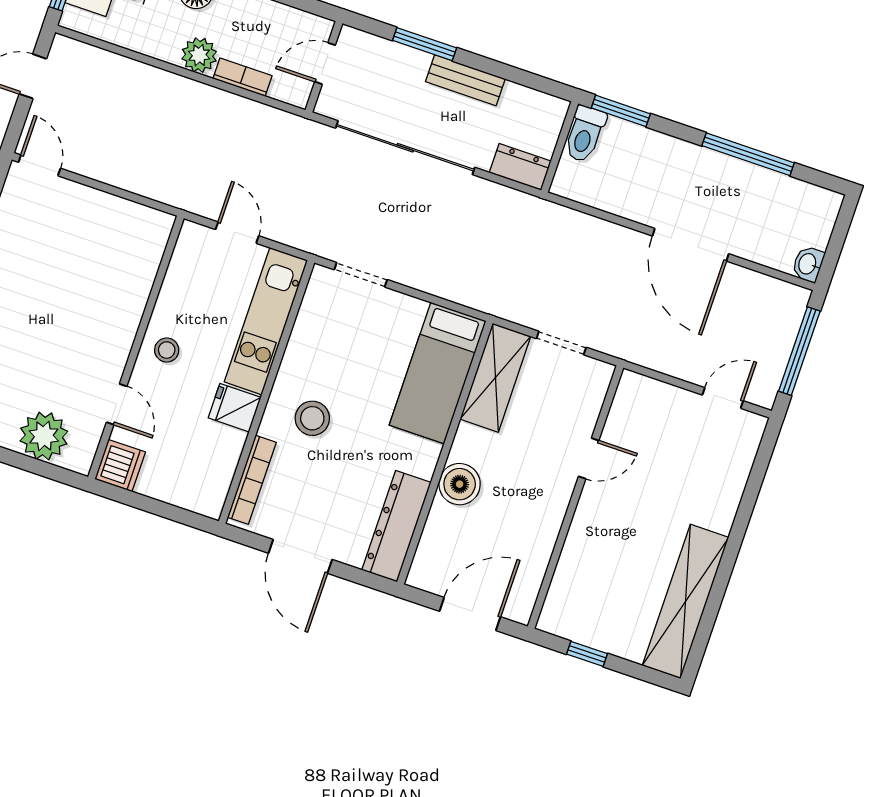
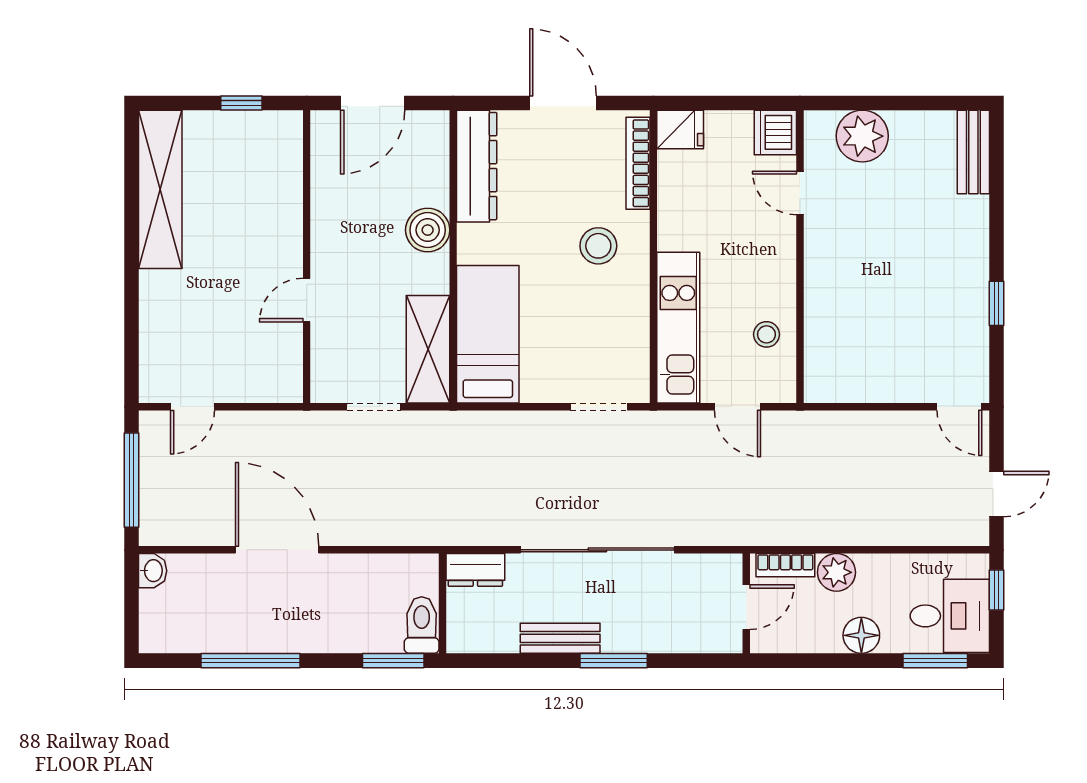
door: (325, 63) -> (746, 607), moved
wall: (324, 67) -> (746, 603), moved
stool: (167, 350) -> (766, 334), moved
fridge: (235, 408) -> (680, 129), moved

